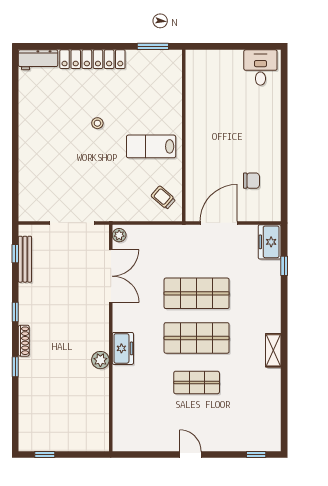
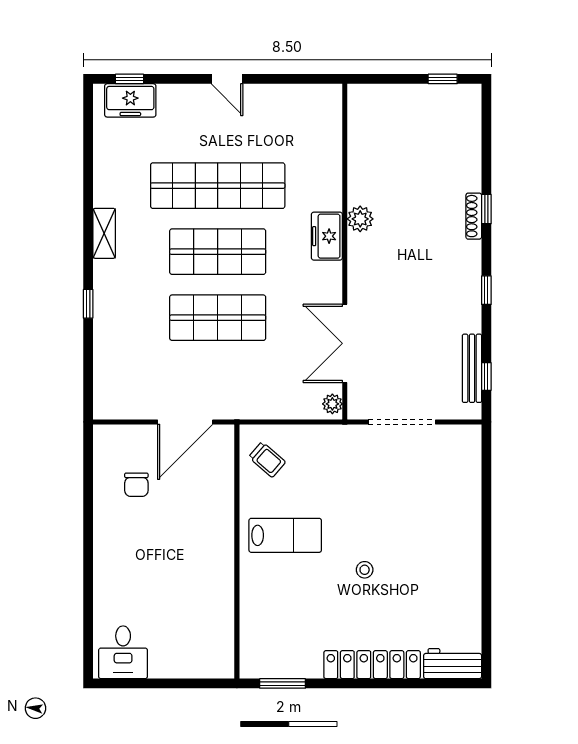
chair: (251, 181) -> (136, 485), turned -90
freezer: (270, 242) -> (130, 100), moved, turned 90
window: (284, 266) -> (88, 304), moved
shoe rack: (24, 341) -> (474, 216), moved
shop shelf: (197, 382) -> (218, 186), width x2.00, depth x1.36

